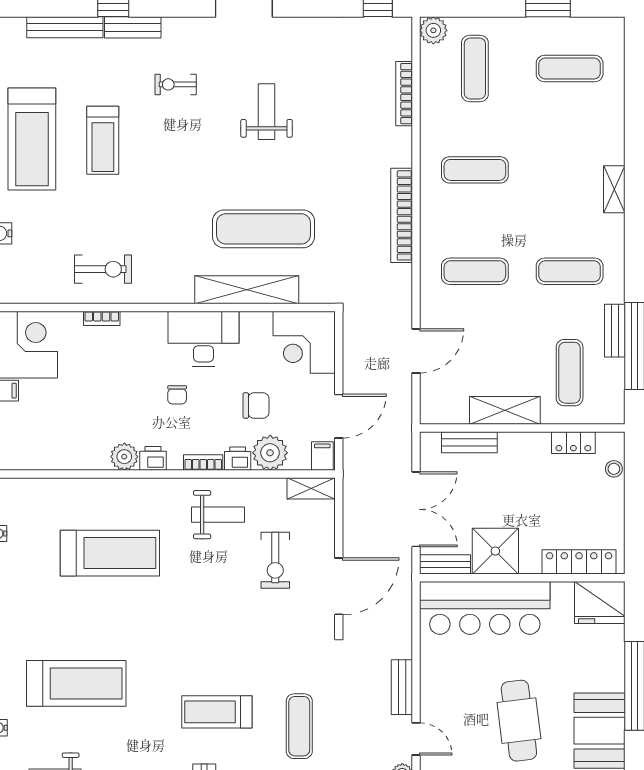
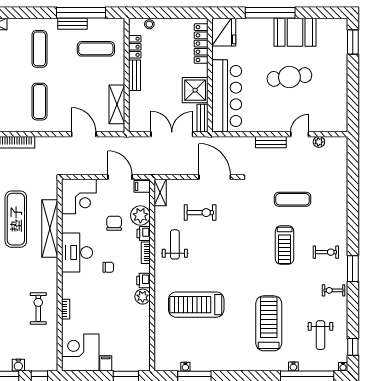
shelving: (505, 410) -> (117, 104), moved
bench: (469, 442) -> (135, 75), moved
treadmill: (110, 553) -> (196, 305), turned -90

